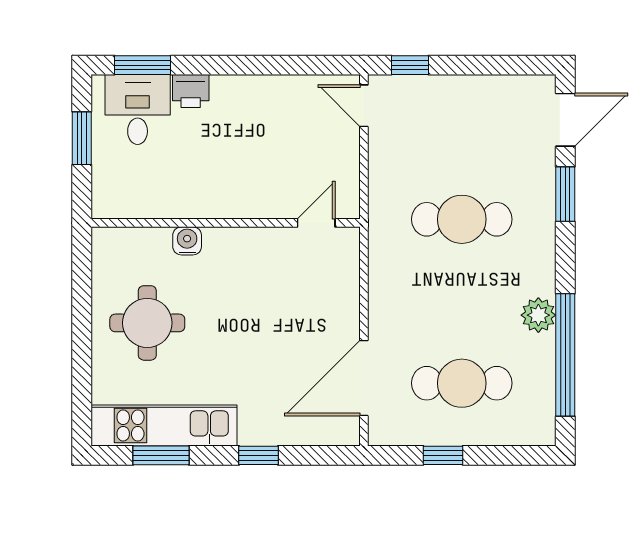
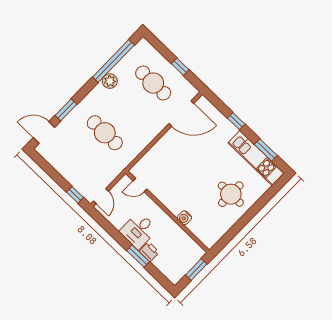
window: (143, 65) -> (138, 256), moved
desk: (138, 110) -> (139, 230), moved
wall: (226, 223) -> (167, 212), moved
door: (316, 223) -> (140, 185), moved
water cooler: (187, 241) -> (184, 218), moved

